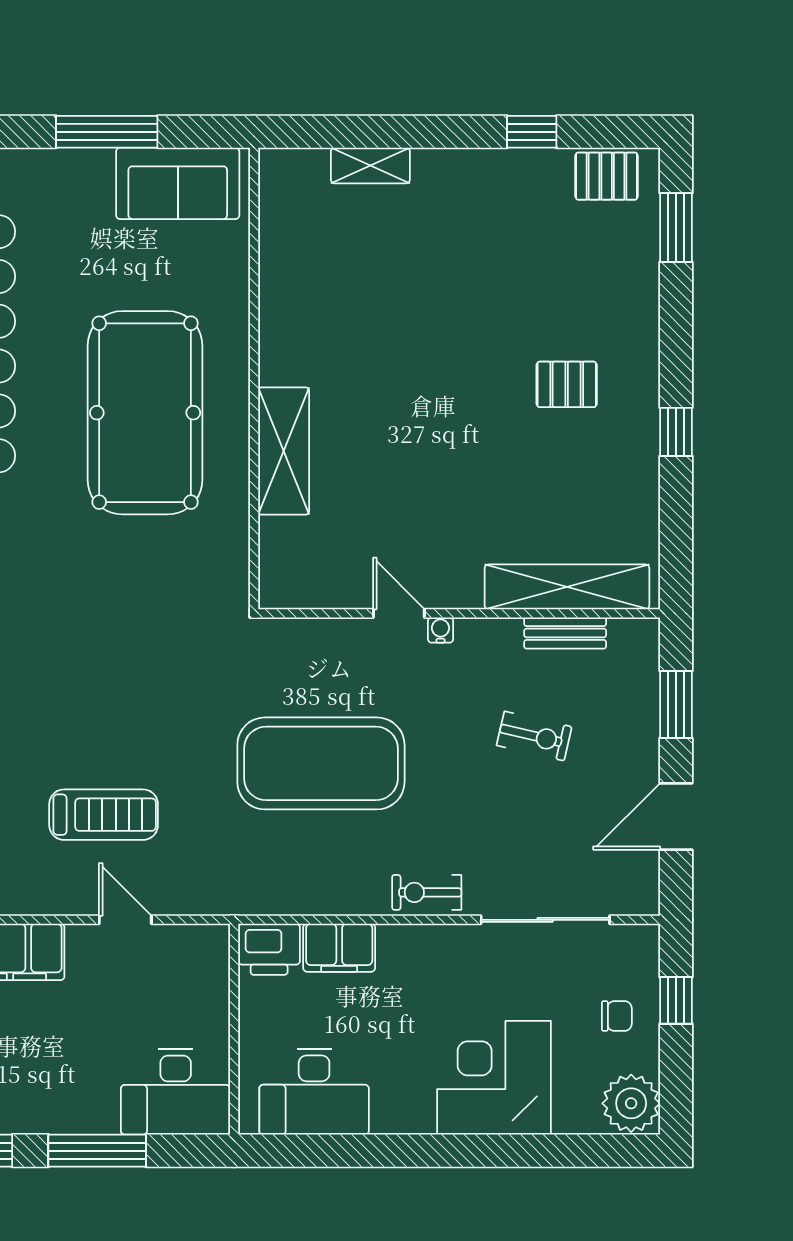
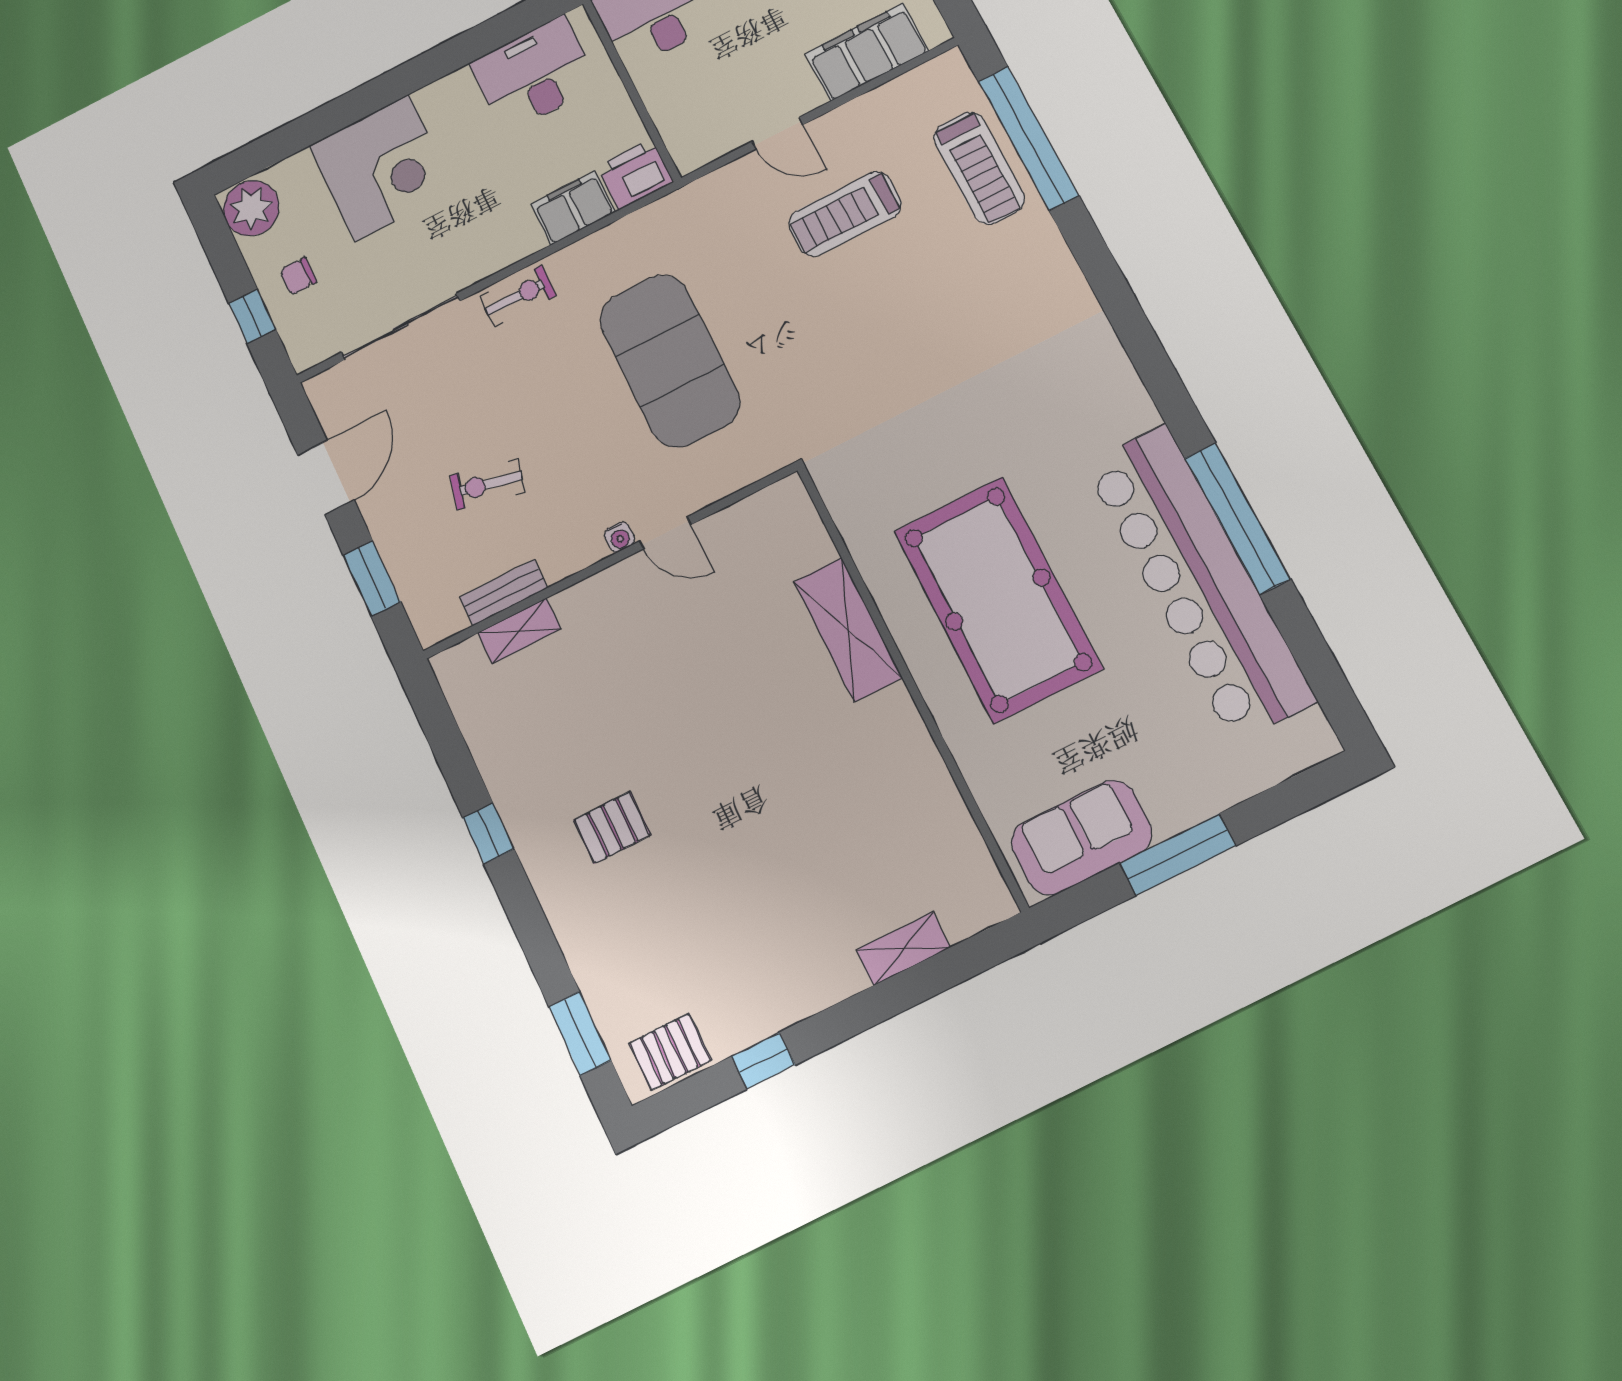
shelving: (567, 587) -> (519, 631), width x0.45, depth x0.75
exercise mat: (321, 763) -> (670, 361), turned 90

